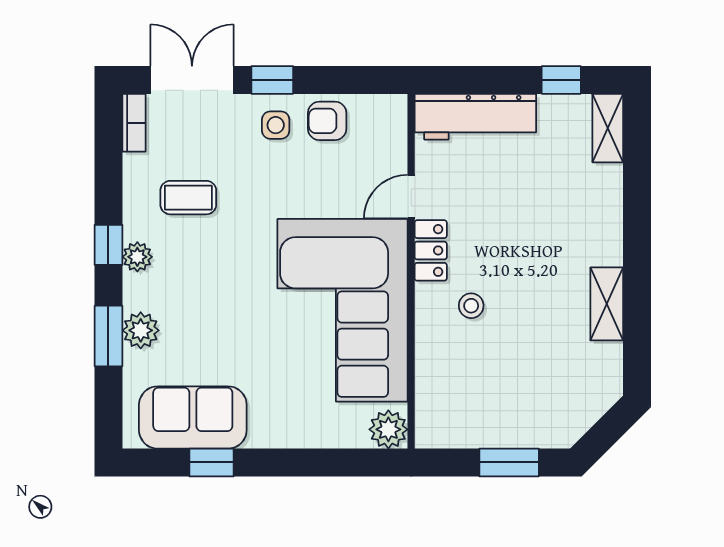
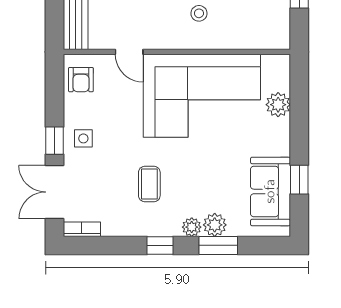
armchair: (327, 121) -> (81, 80), moved
coffee table: (188, 198) -> (149, 184), moved
locker: (431, 250) -> (164, 39), removed
plant: (137, 257) -> (192, 227), moved
plant: (388, 429) -> (278, 105), moved

